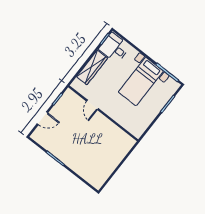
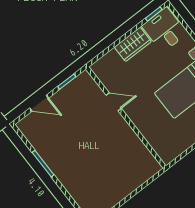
wardrobe: (92, 67) -> (133, 44), width x0.67
door: (92, 105) -> (114, 102), swing flipped

